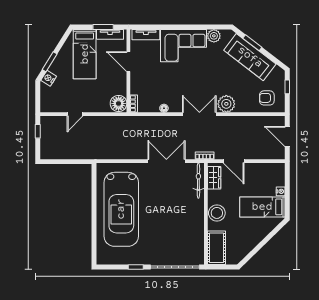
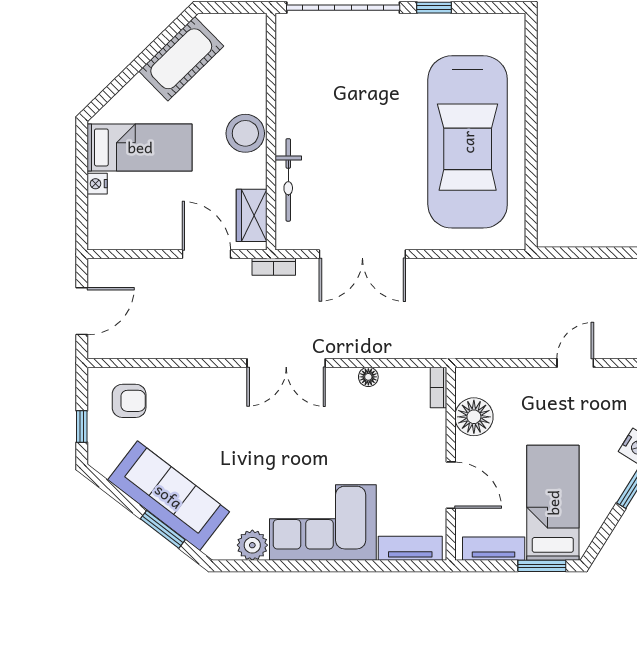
window: (103, 27) -> (542, 566), moved
floor lamp: (119, 103) -> (474, 417), moved
plant: (226, 104) -> (223, 387), removed
door: (287, 137) -> (82, 311), hinge flipped
bicycle: (198, 181) -> (288, 180), moved
car: (121, 209) -> (468, 142), turned 180
cot: (217, 248) -> (181, 59), moved, turned 46

